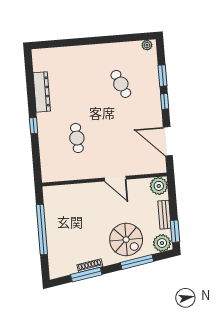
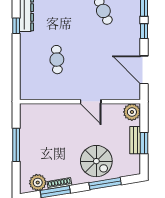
window: (34, 126) -> (16, 26), moved
window: (42, 230) -> (16, 145), width x0.68
window: (175, 231) -> (144, 143), moved
plant: (162, 243) -> (38, 183), moved

